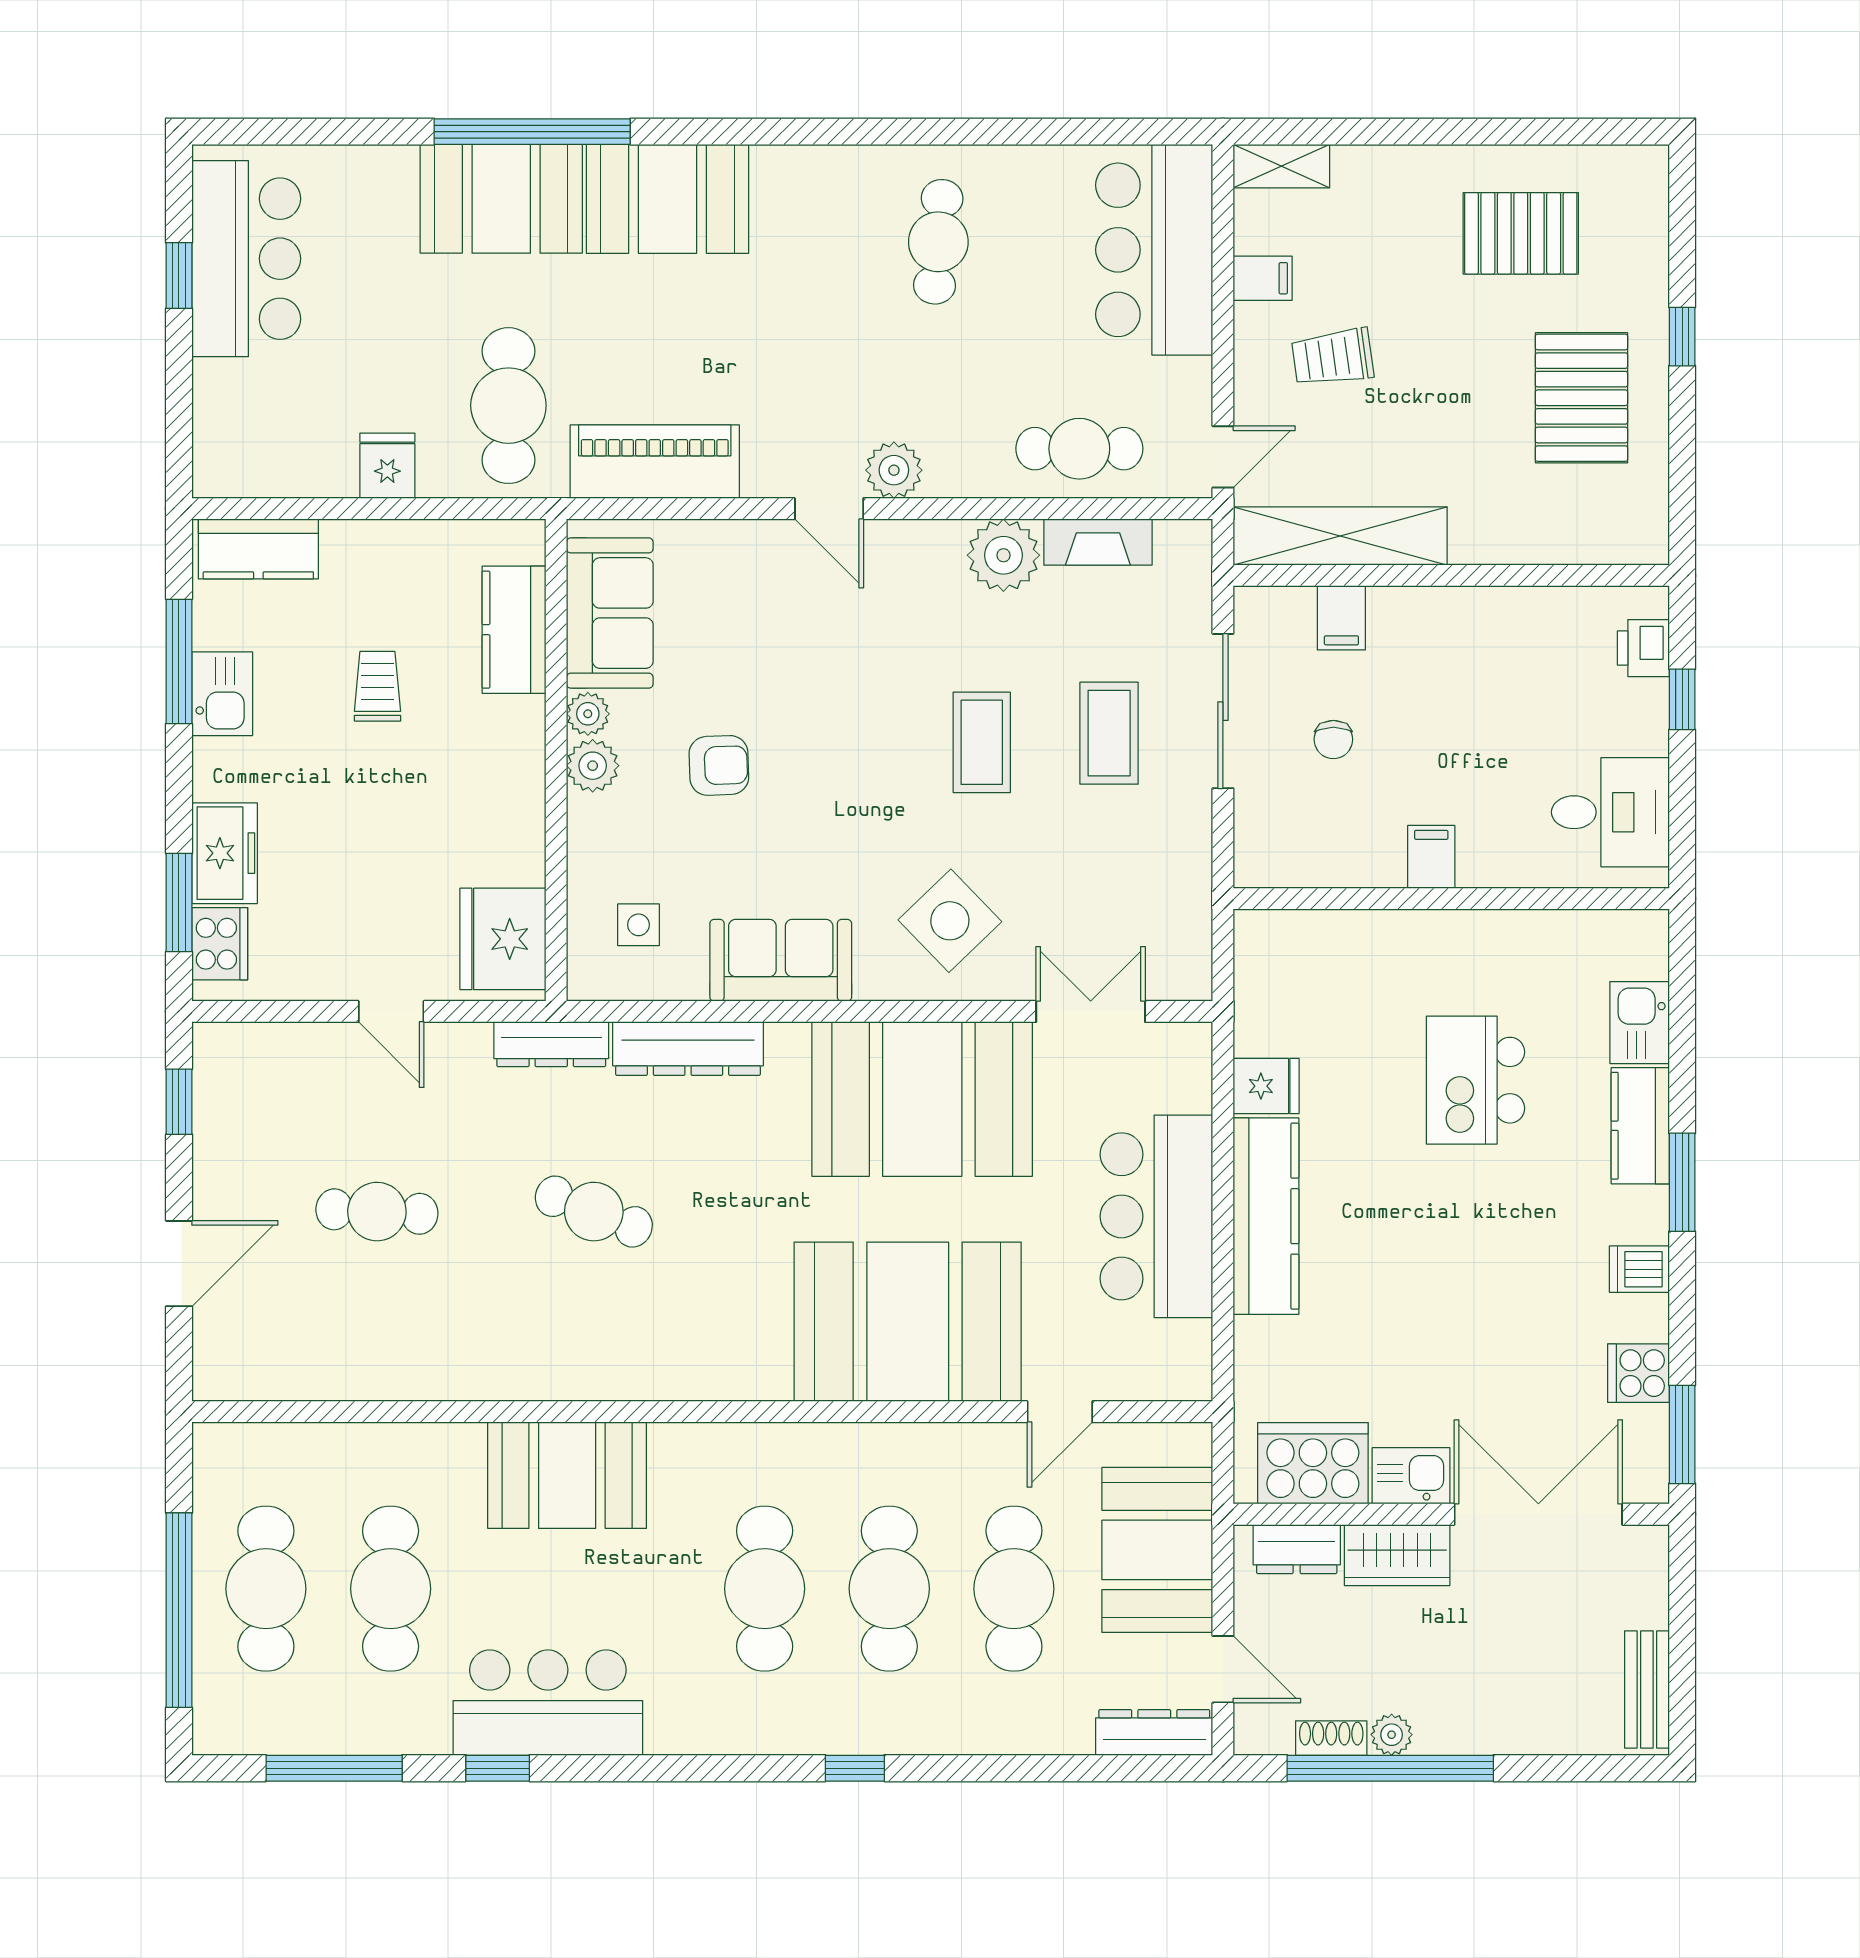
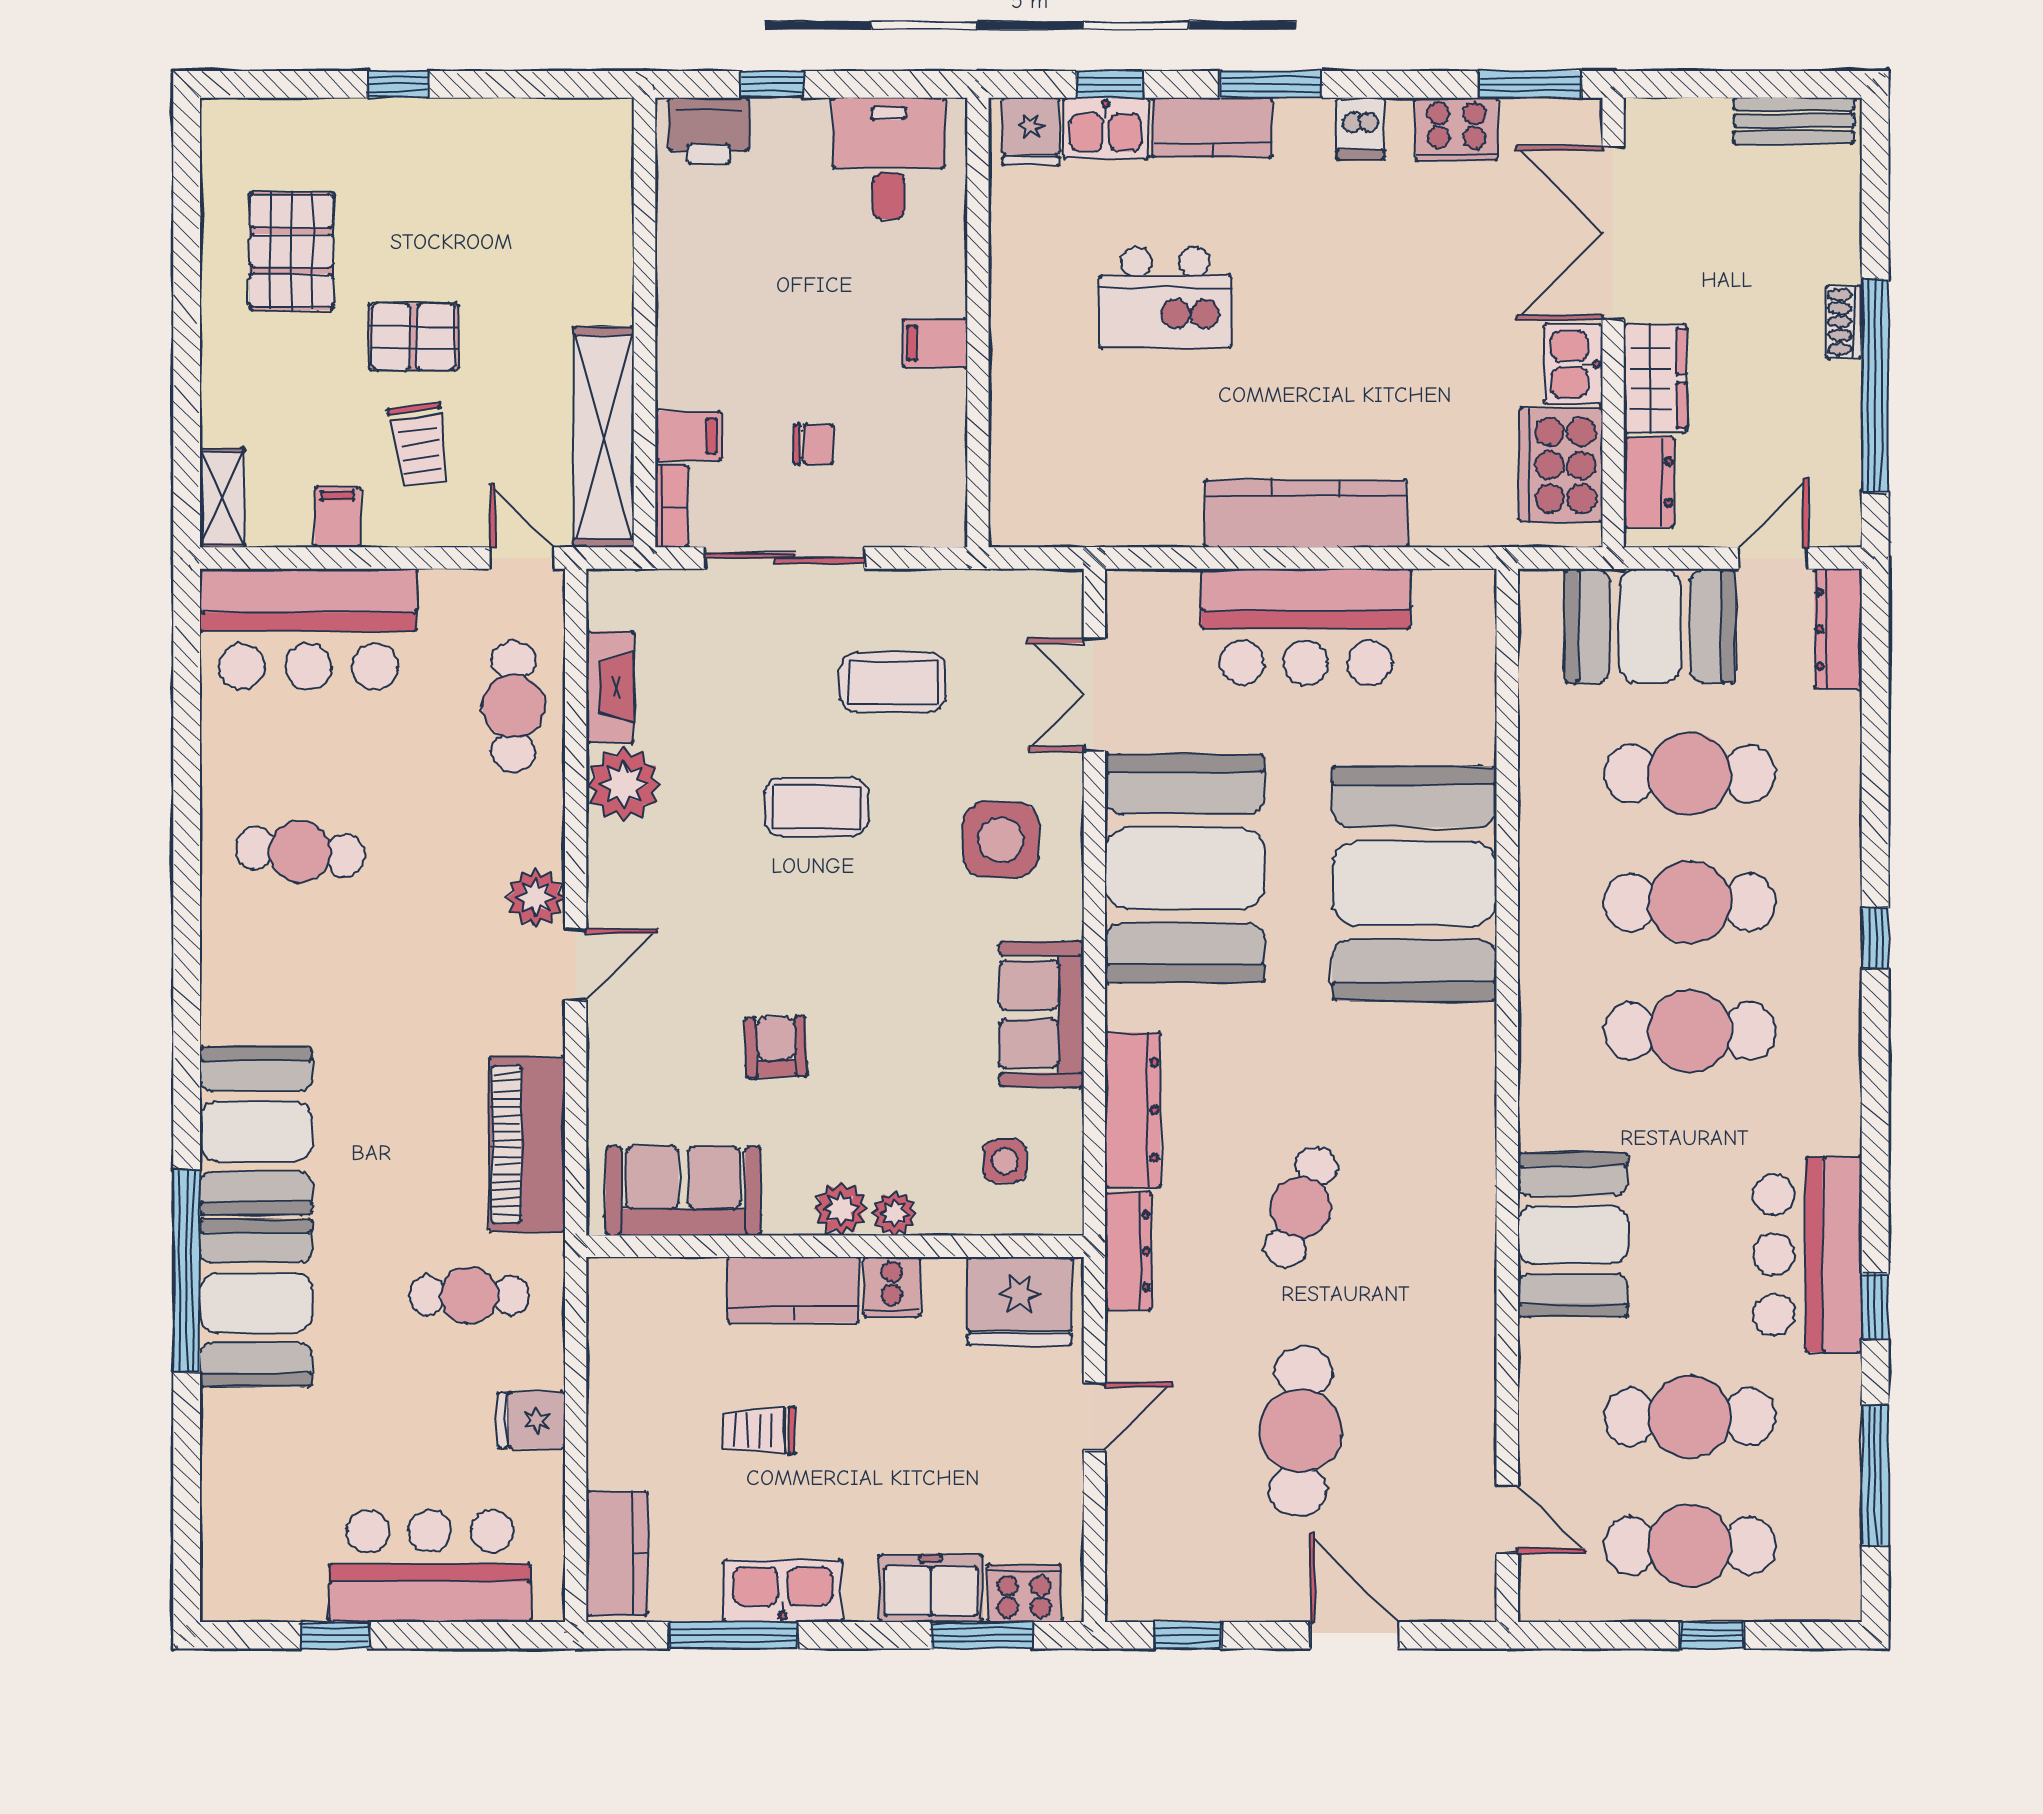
bar counter: (246, 259) -> (430, 1566), moved
pallet: (1581, 398) -> (413, 337), moved, width x0.67, depth x0.71
cafe table: (508, 406) -> (469, 1295), width x0.73, depth x0.74
bookcase: (1273, 602) -> (672, 506), added
kitchen counter: (514, 630) -> (793, 1290), moved
printer: (1643, 648) -> (709, 131), width x1.36, depth x1.24
kitchen sink: (222, 694) -> (783, 1591), width x1.38
plant: (588, 714) -> (894, 1213), moved
coffee table: (1109, 733) -> (893, 682), moved
armchair: (719, 765) -> (776, 1047), moved
cooker: (517, 815) -> (892, 1287), added
side table: (950, 921) -> (1001, 840), turned 45
window: (1682, 1026) -> (1110, 84), added
fridge: (1266, 1086) -> (1031, 132), moved, turned 180
cafe table: (377, 1212) -> (1301, 1431), width x1.37, depth x1.35
cooker: (1638, 1373) -> (1457, 129), width x1.36
door: (1060, 1412) -> (1507, 1519), moved
window: (179, 1610) -> (1712, 1635), width x0.32
plant: (1392, 1735) -> (1841, 384), removed
shoe rack: (1331, 1738) -> (1844, 322), moved

